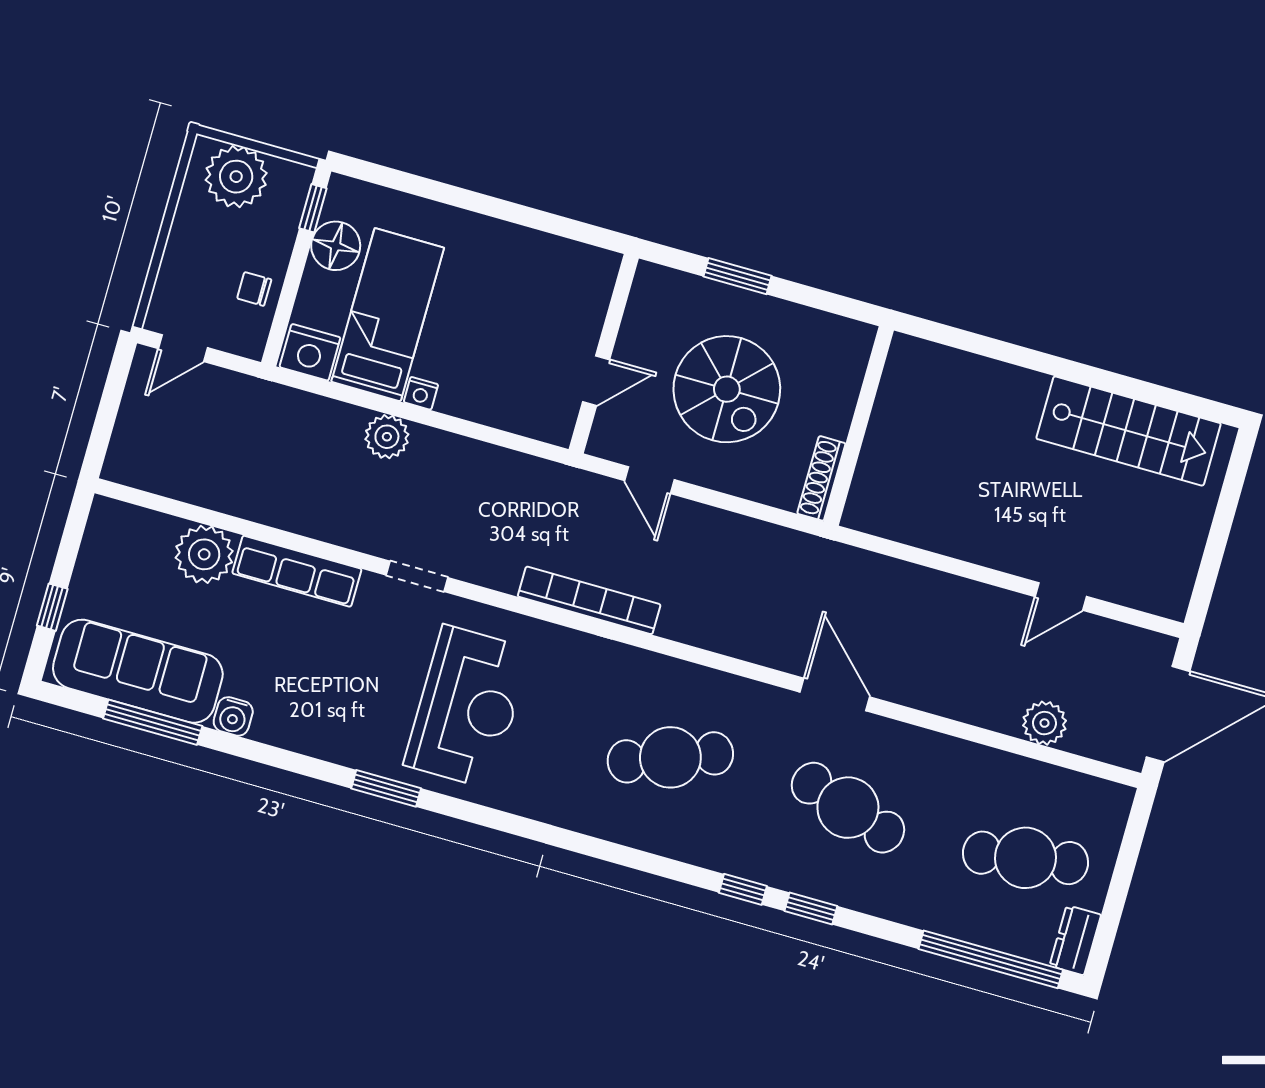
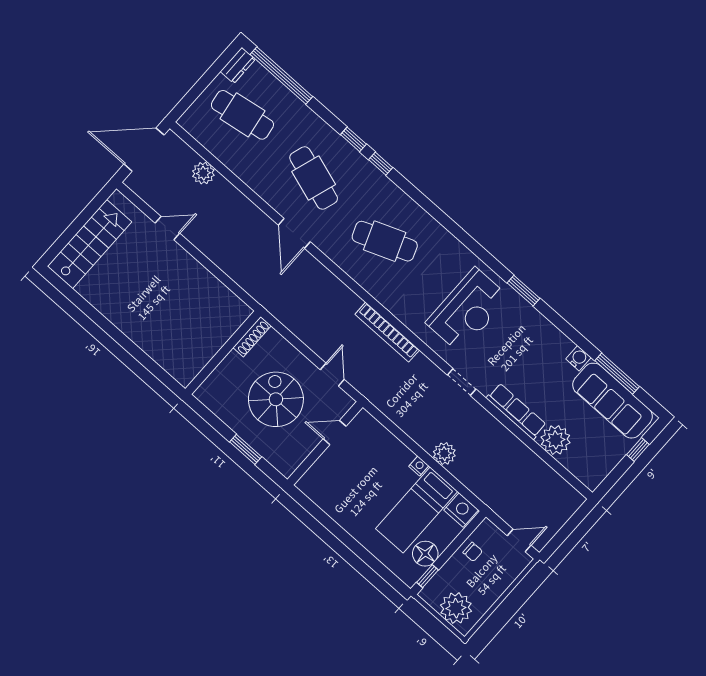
stairs: (1129, 431) -> (89, 244), moved, turned 90
reception desk: (467, 707) -> (468, 310), turned 180

